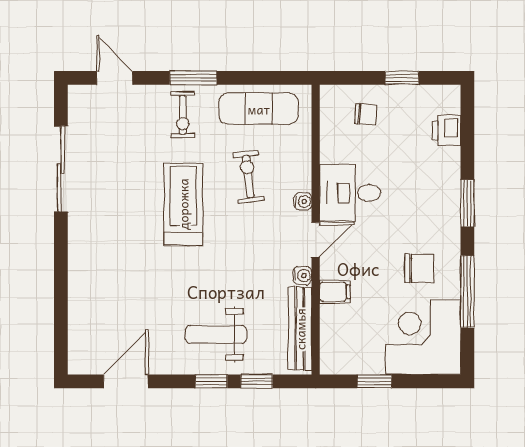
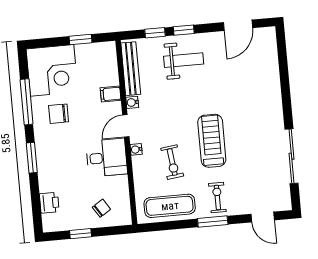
chair: (366, 115) -> (101, 208), turned 143
treadmill: (183, 204) -> (212, 141), turned 180

